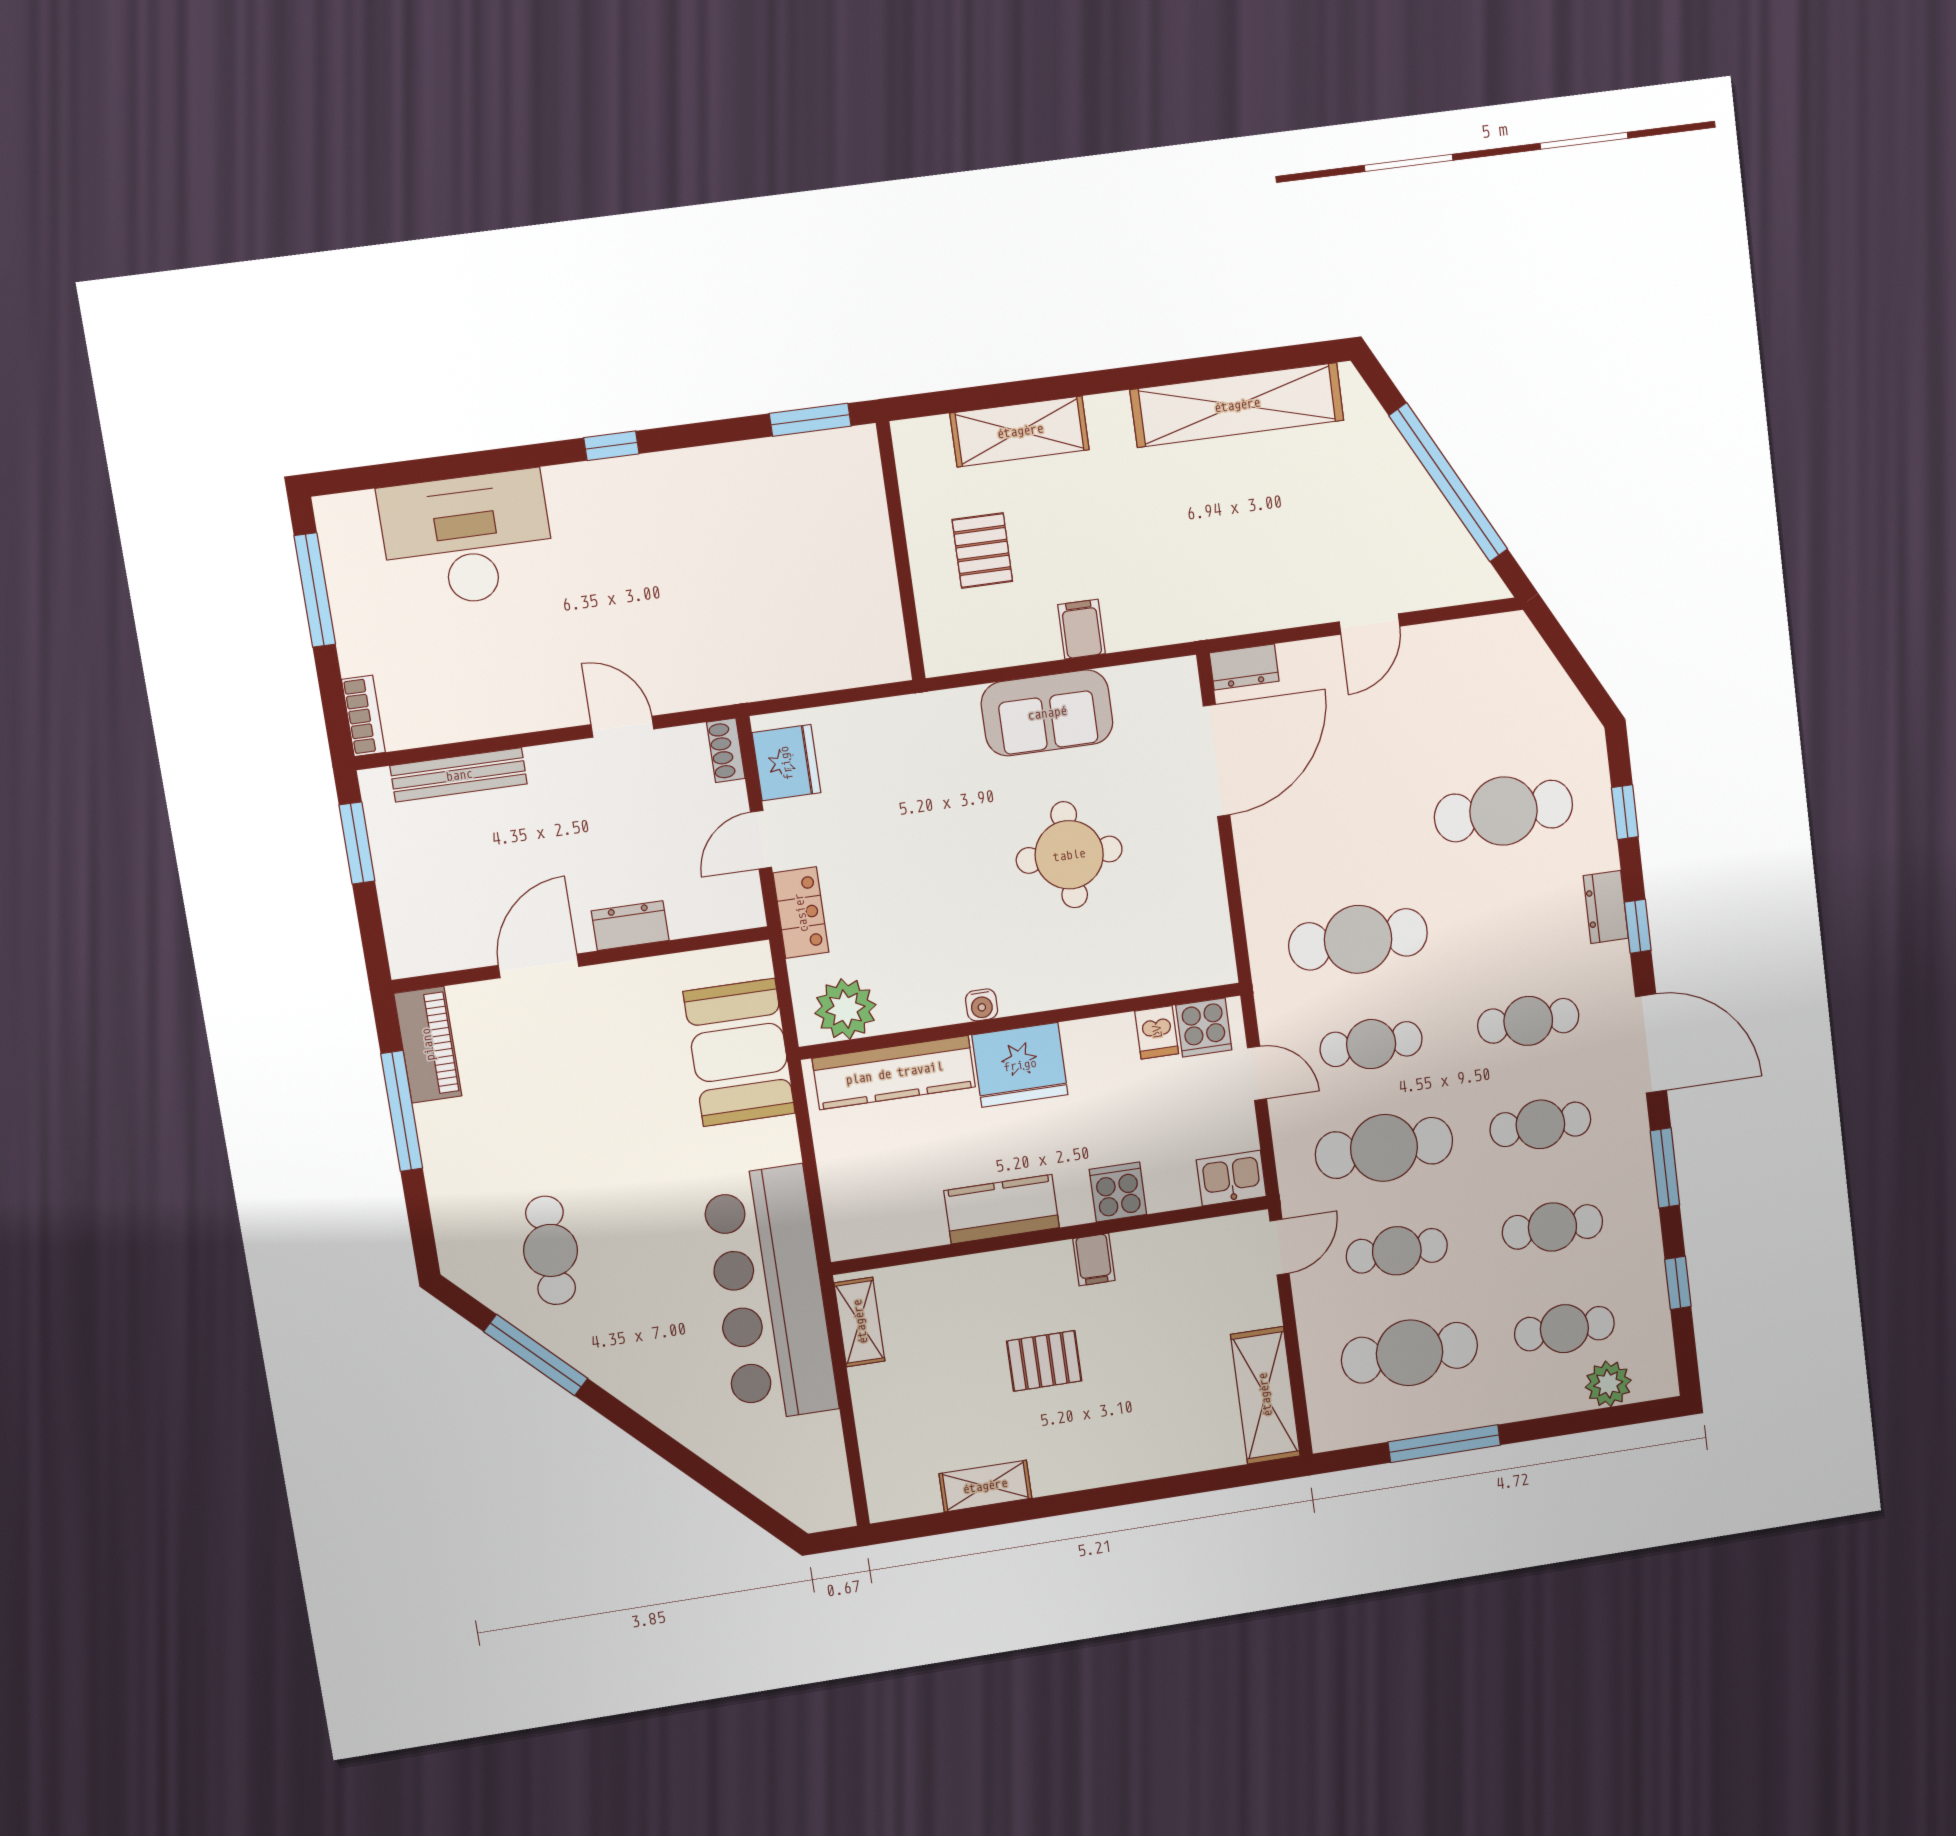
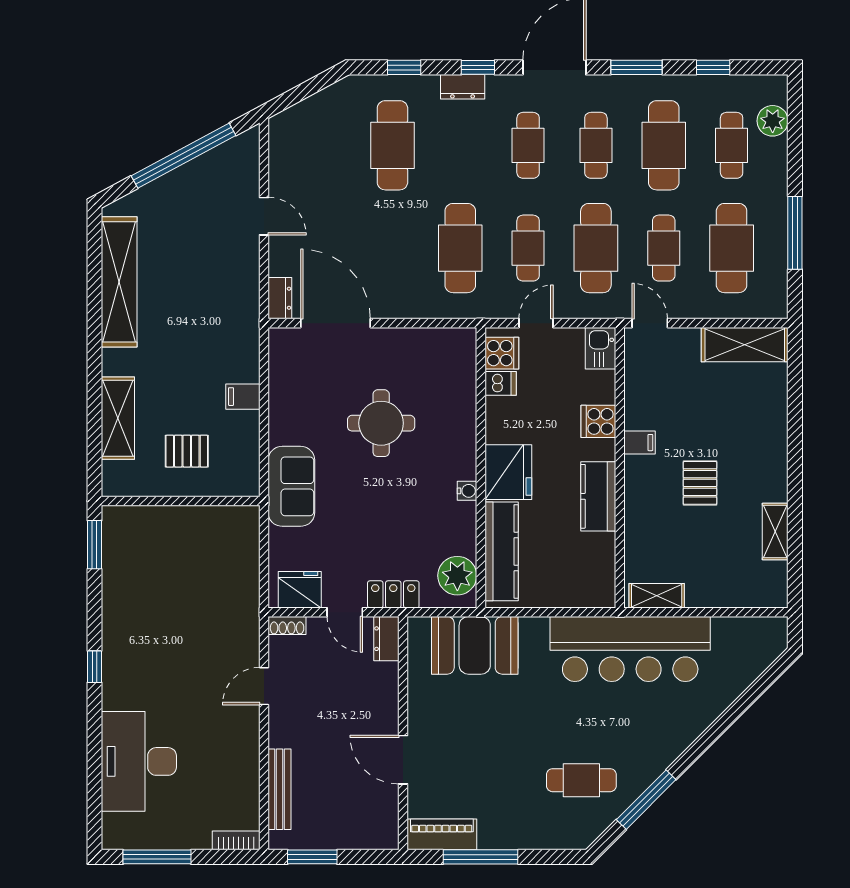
sofa: (1047, 713) -> (291, 486), moved
dresser: (630, 926) -> (386, 639), moved
cafe table: (1552, 1227) -> (664, 145), width x1.37, depth x1.35

